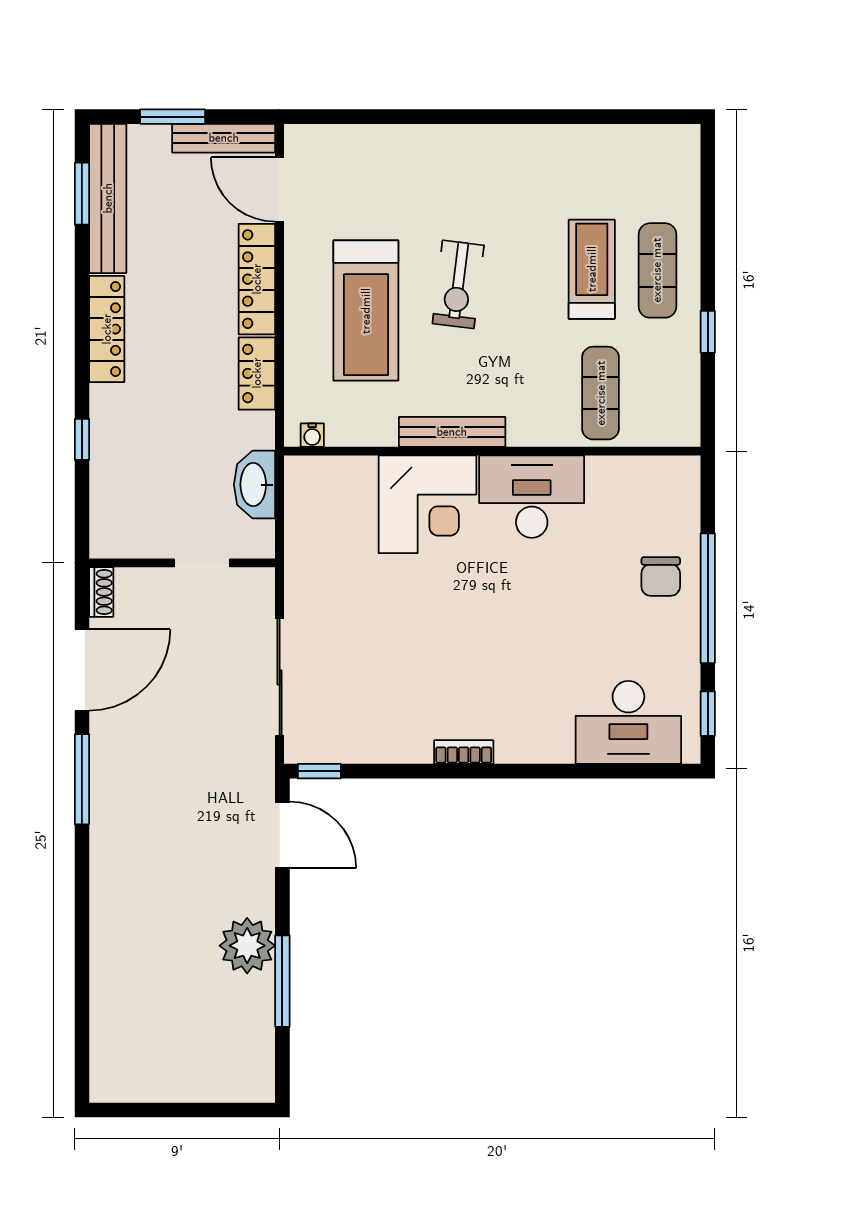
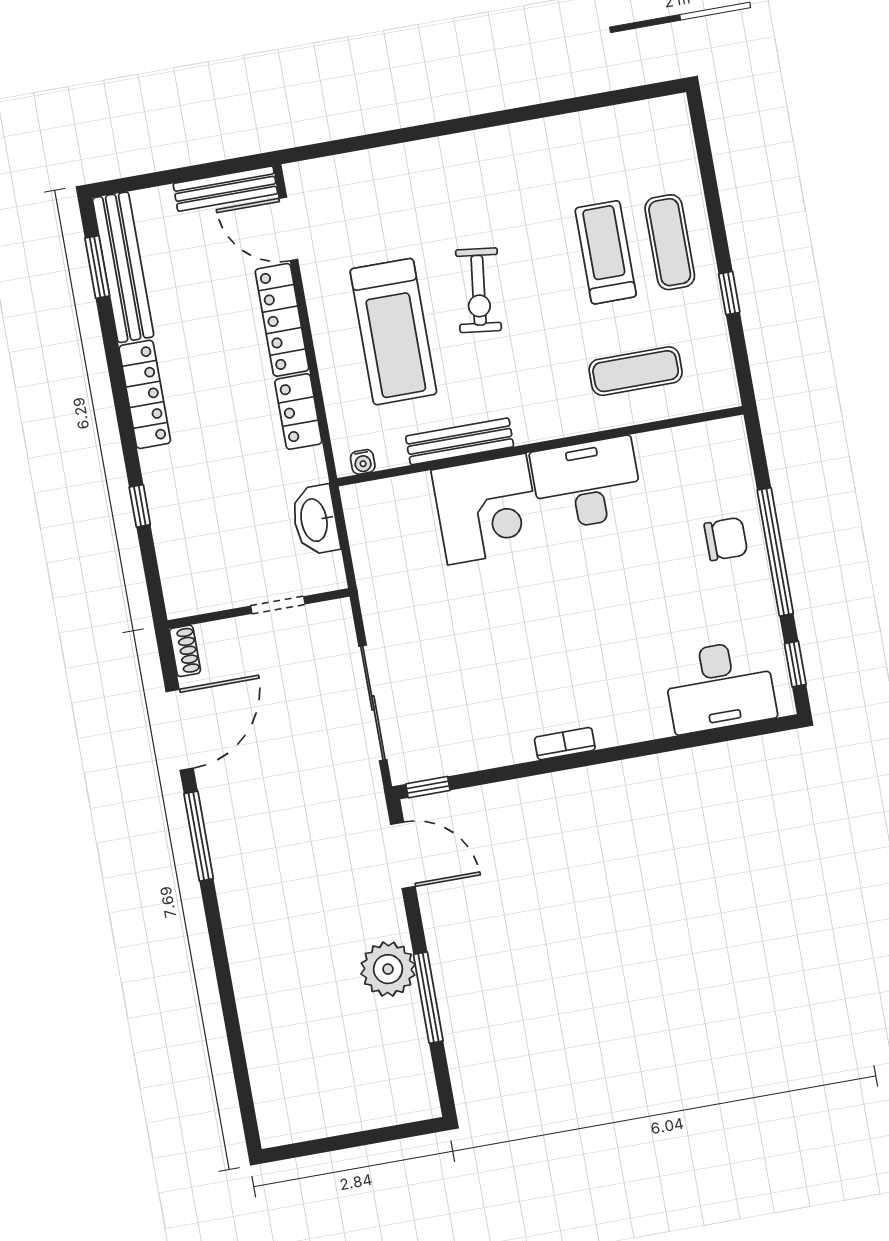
window: (173, 117) -> (172, 177), removed
exercise mat: (601, 393) -> (636, 371), turned 90
bench: (452, 432) -> (460, 441), moved
chair: (661, 577) -> (726, 539), turned -90

